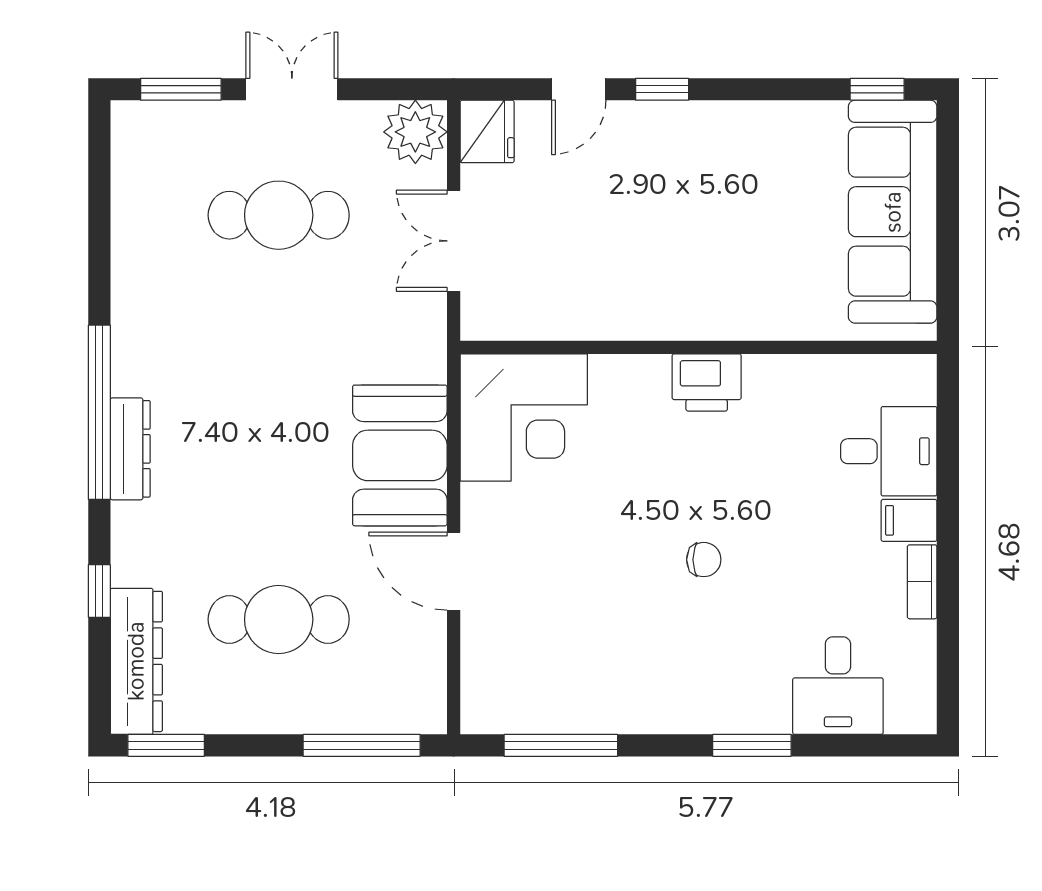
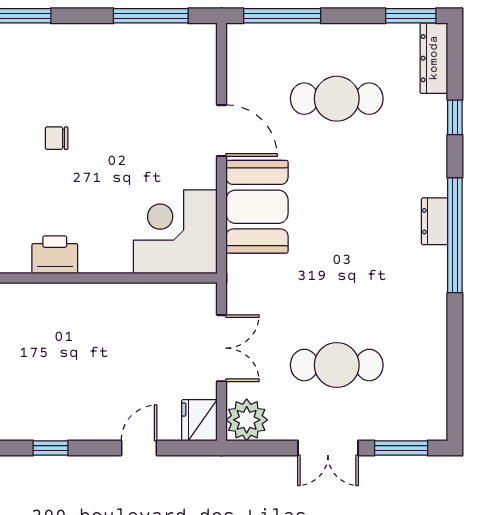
window: (662, 89) -> (50, 448), moved
dresser: (130, 449) -> (435, 221), width x0.70
dresser: (136, 661) -> (434, 58), width x0.73, depth x0.80

